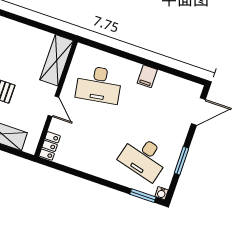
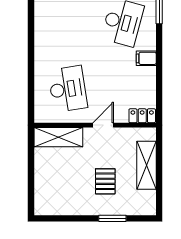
filing cabinet: (147, 76) -> (146, 58), moved, turned 180

